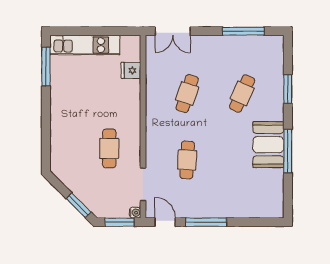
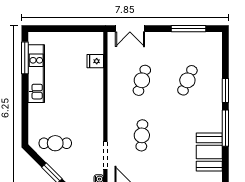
kitchen unit: (85, 45) -> (36, 74), moved, turned -90
window: (288, 89) -> (225, 91), moved
booth: (268, 145) -> (209, 152), moved
cafe table: (109, 148) -> (55, 143), moved, turned 90

